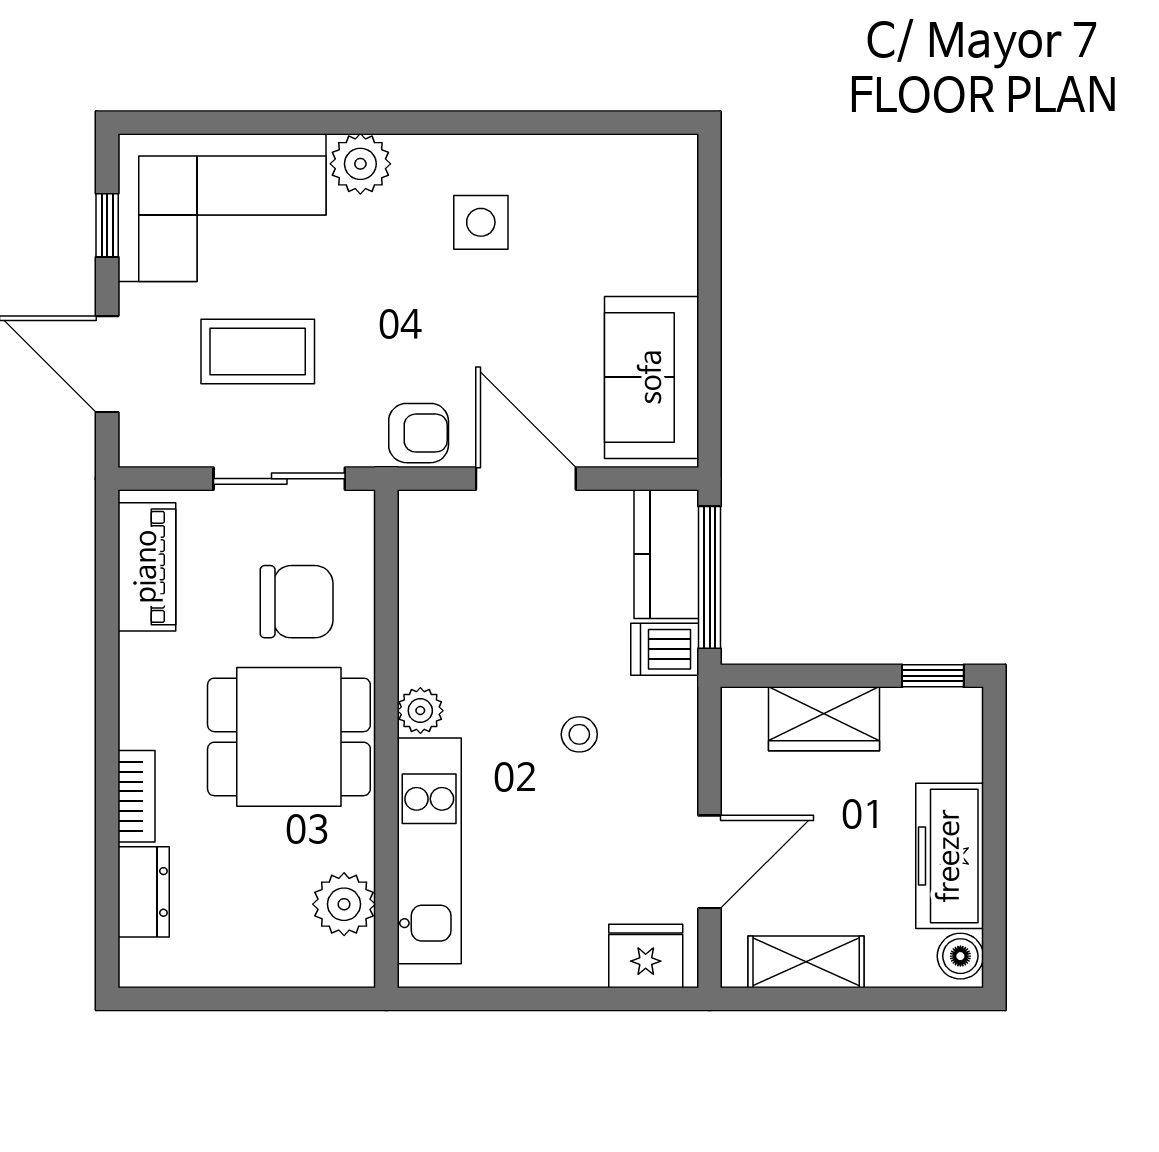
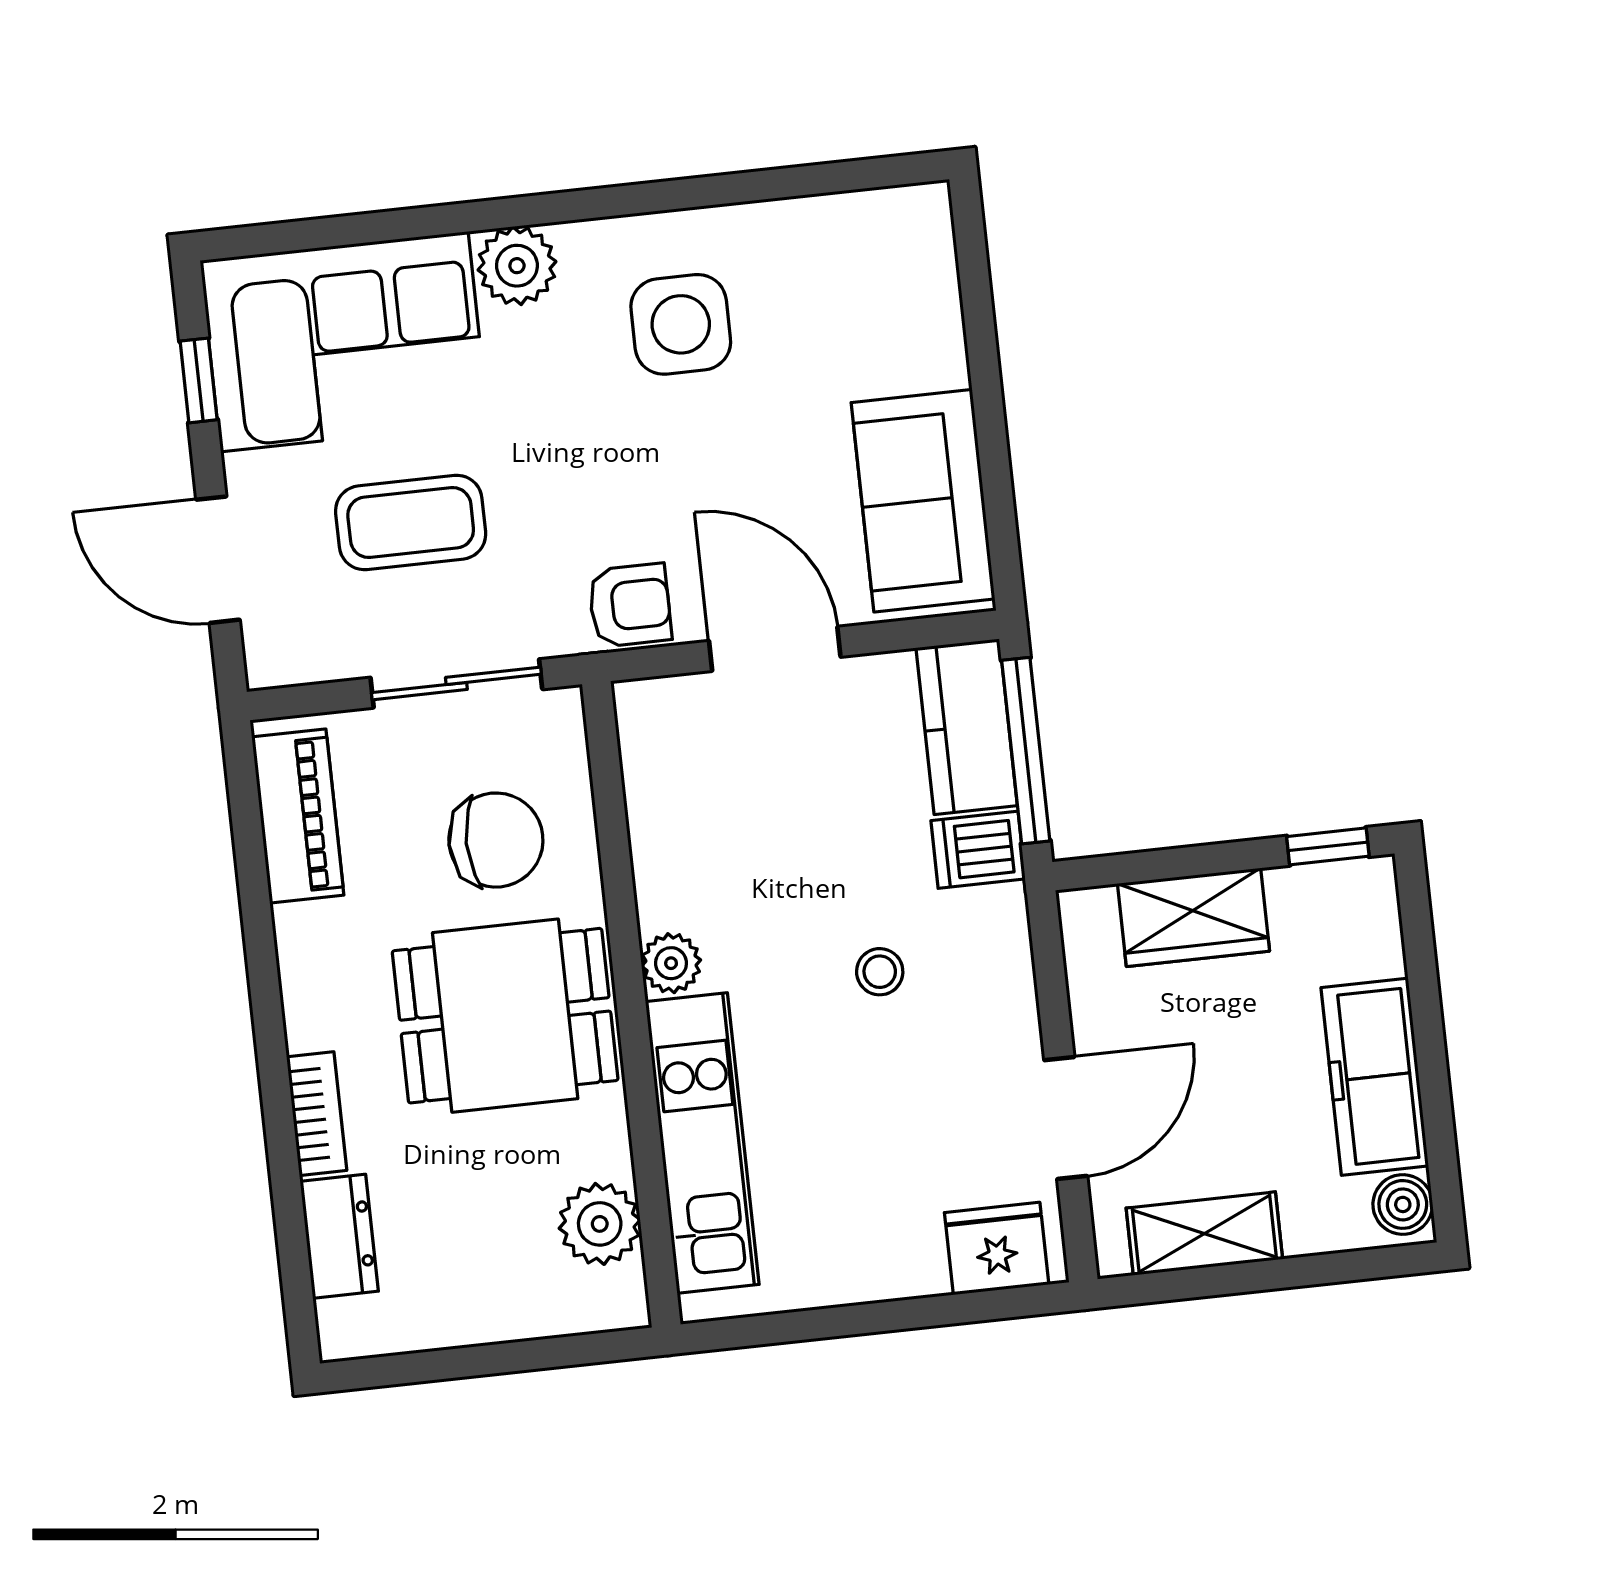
side table: (481, 222) -> (681, 324), width x1.37, depth x1.37

